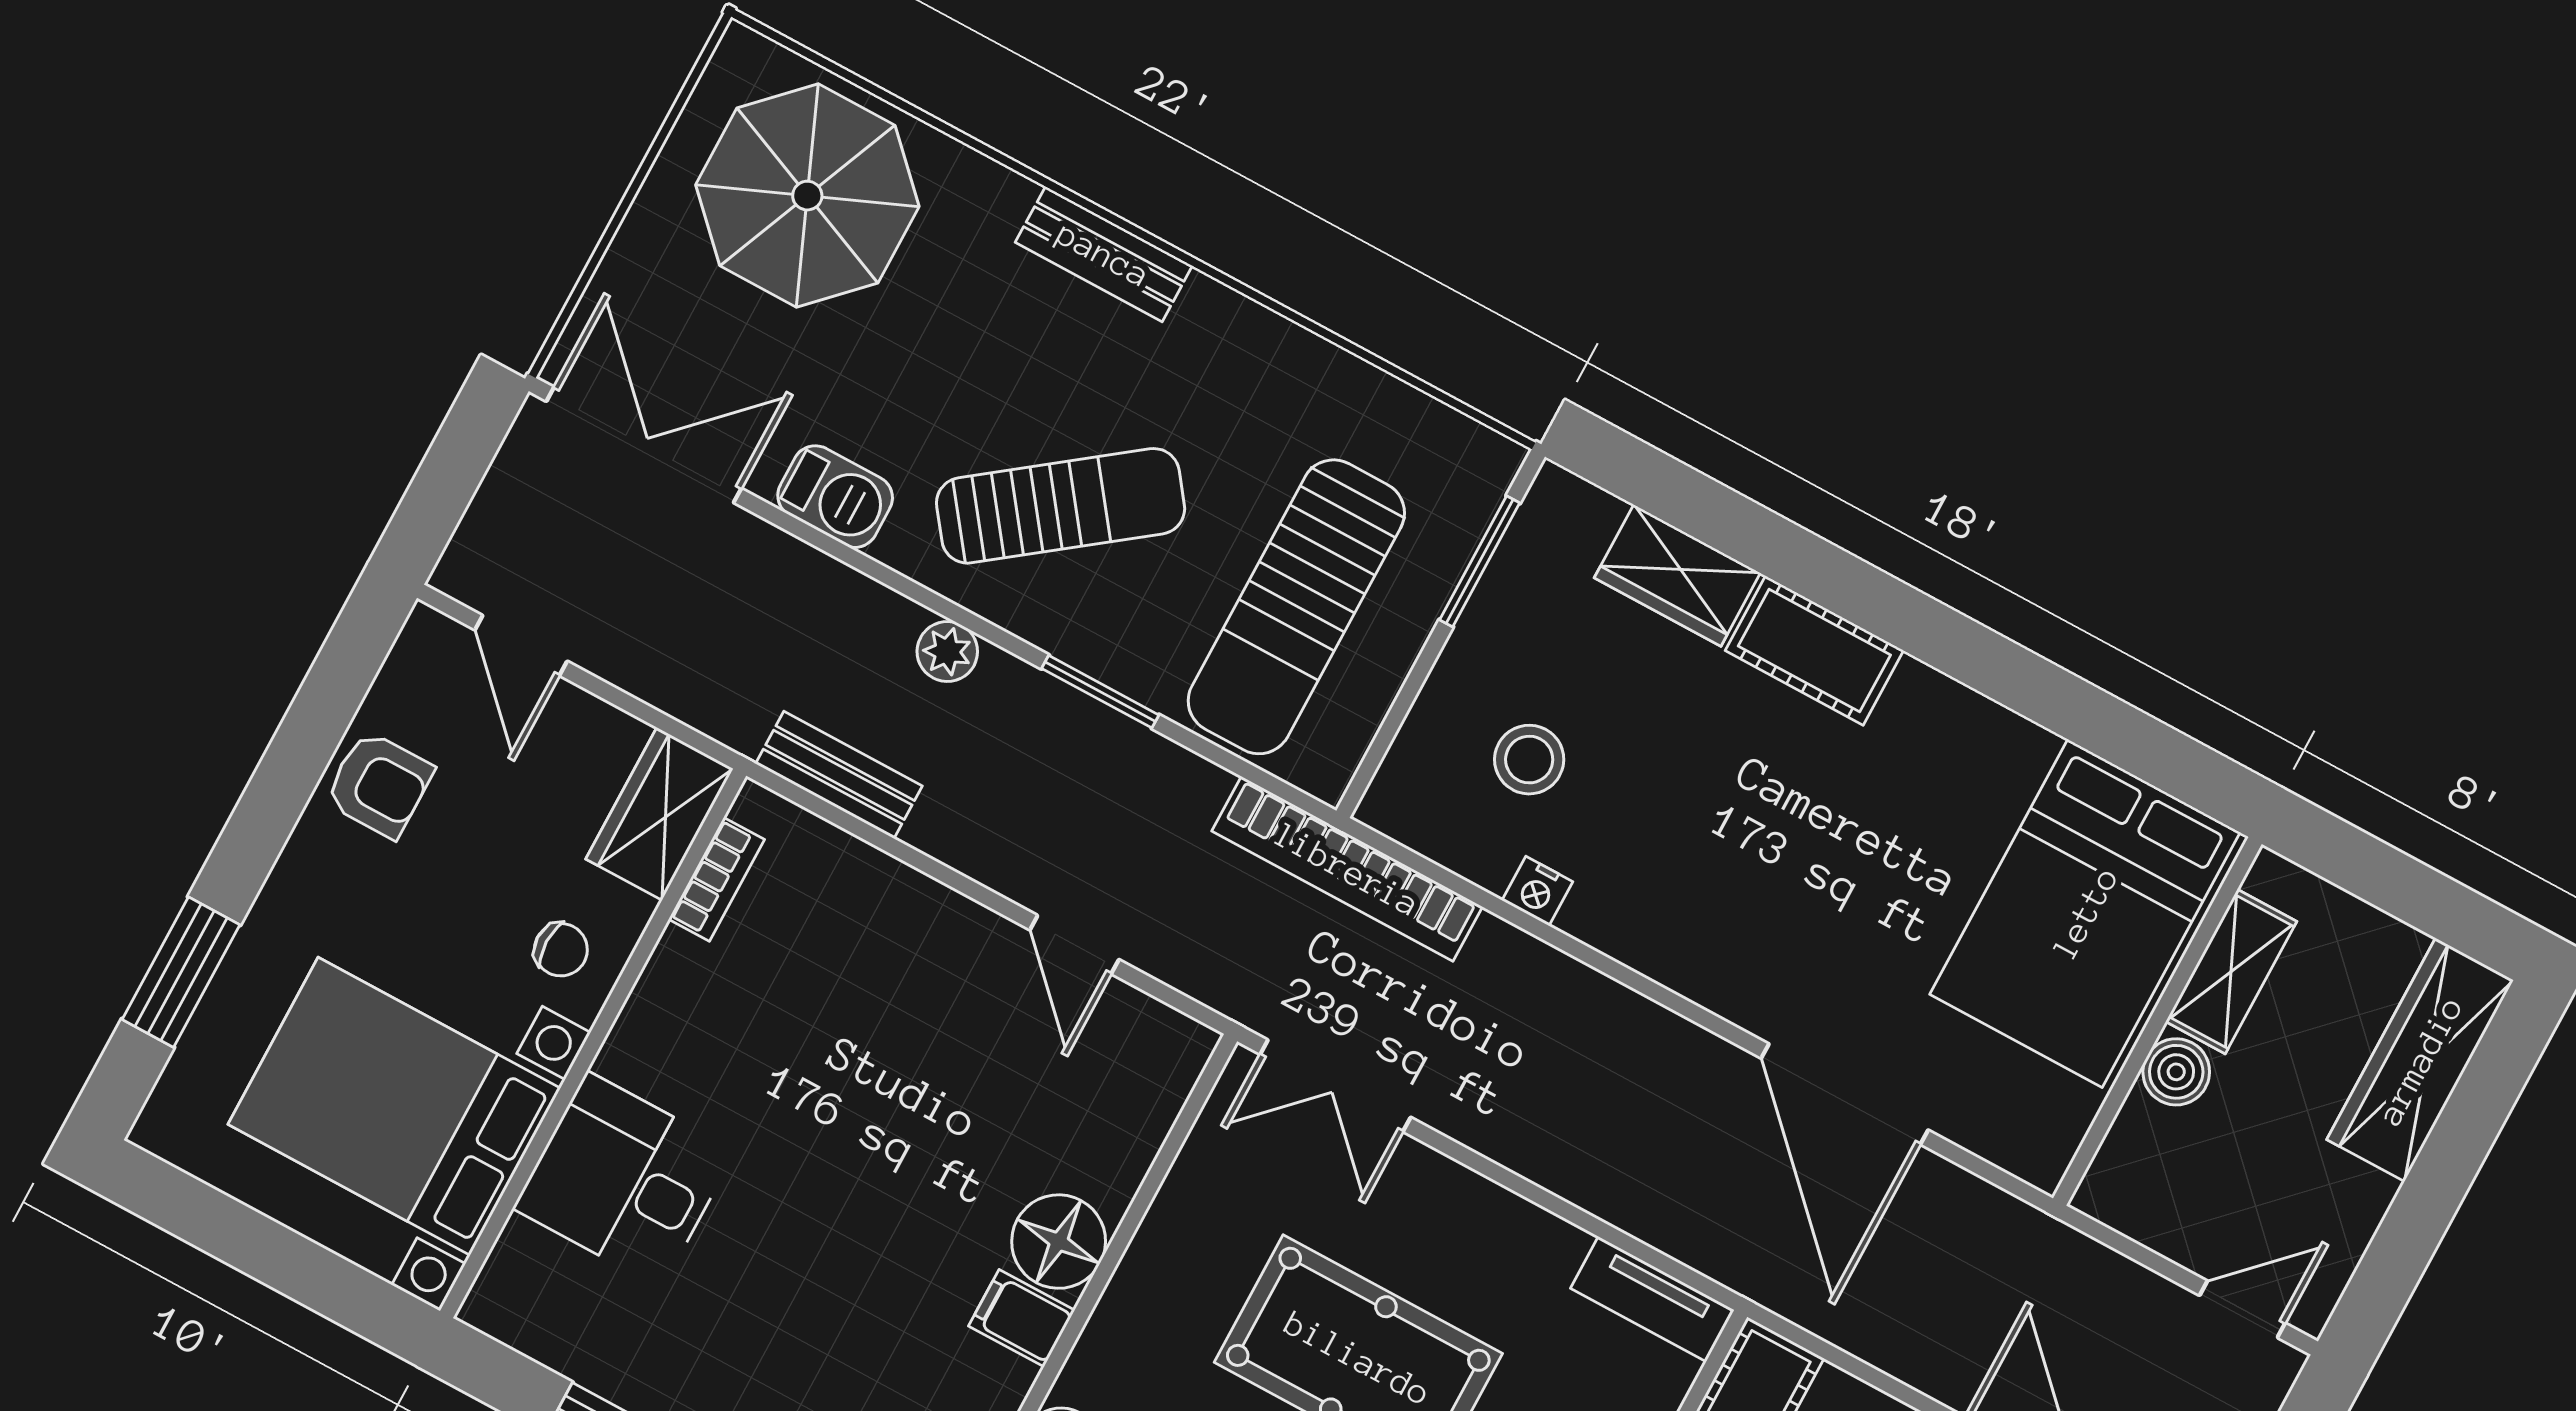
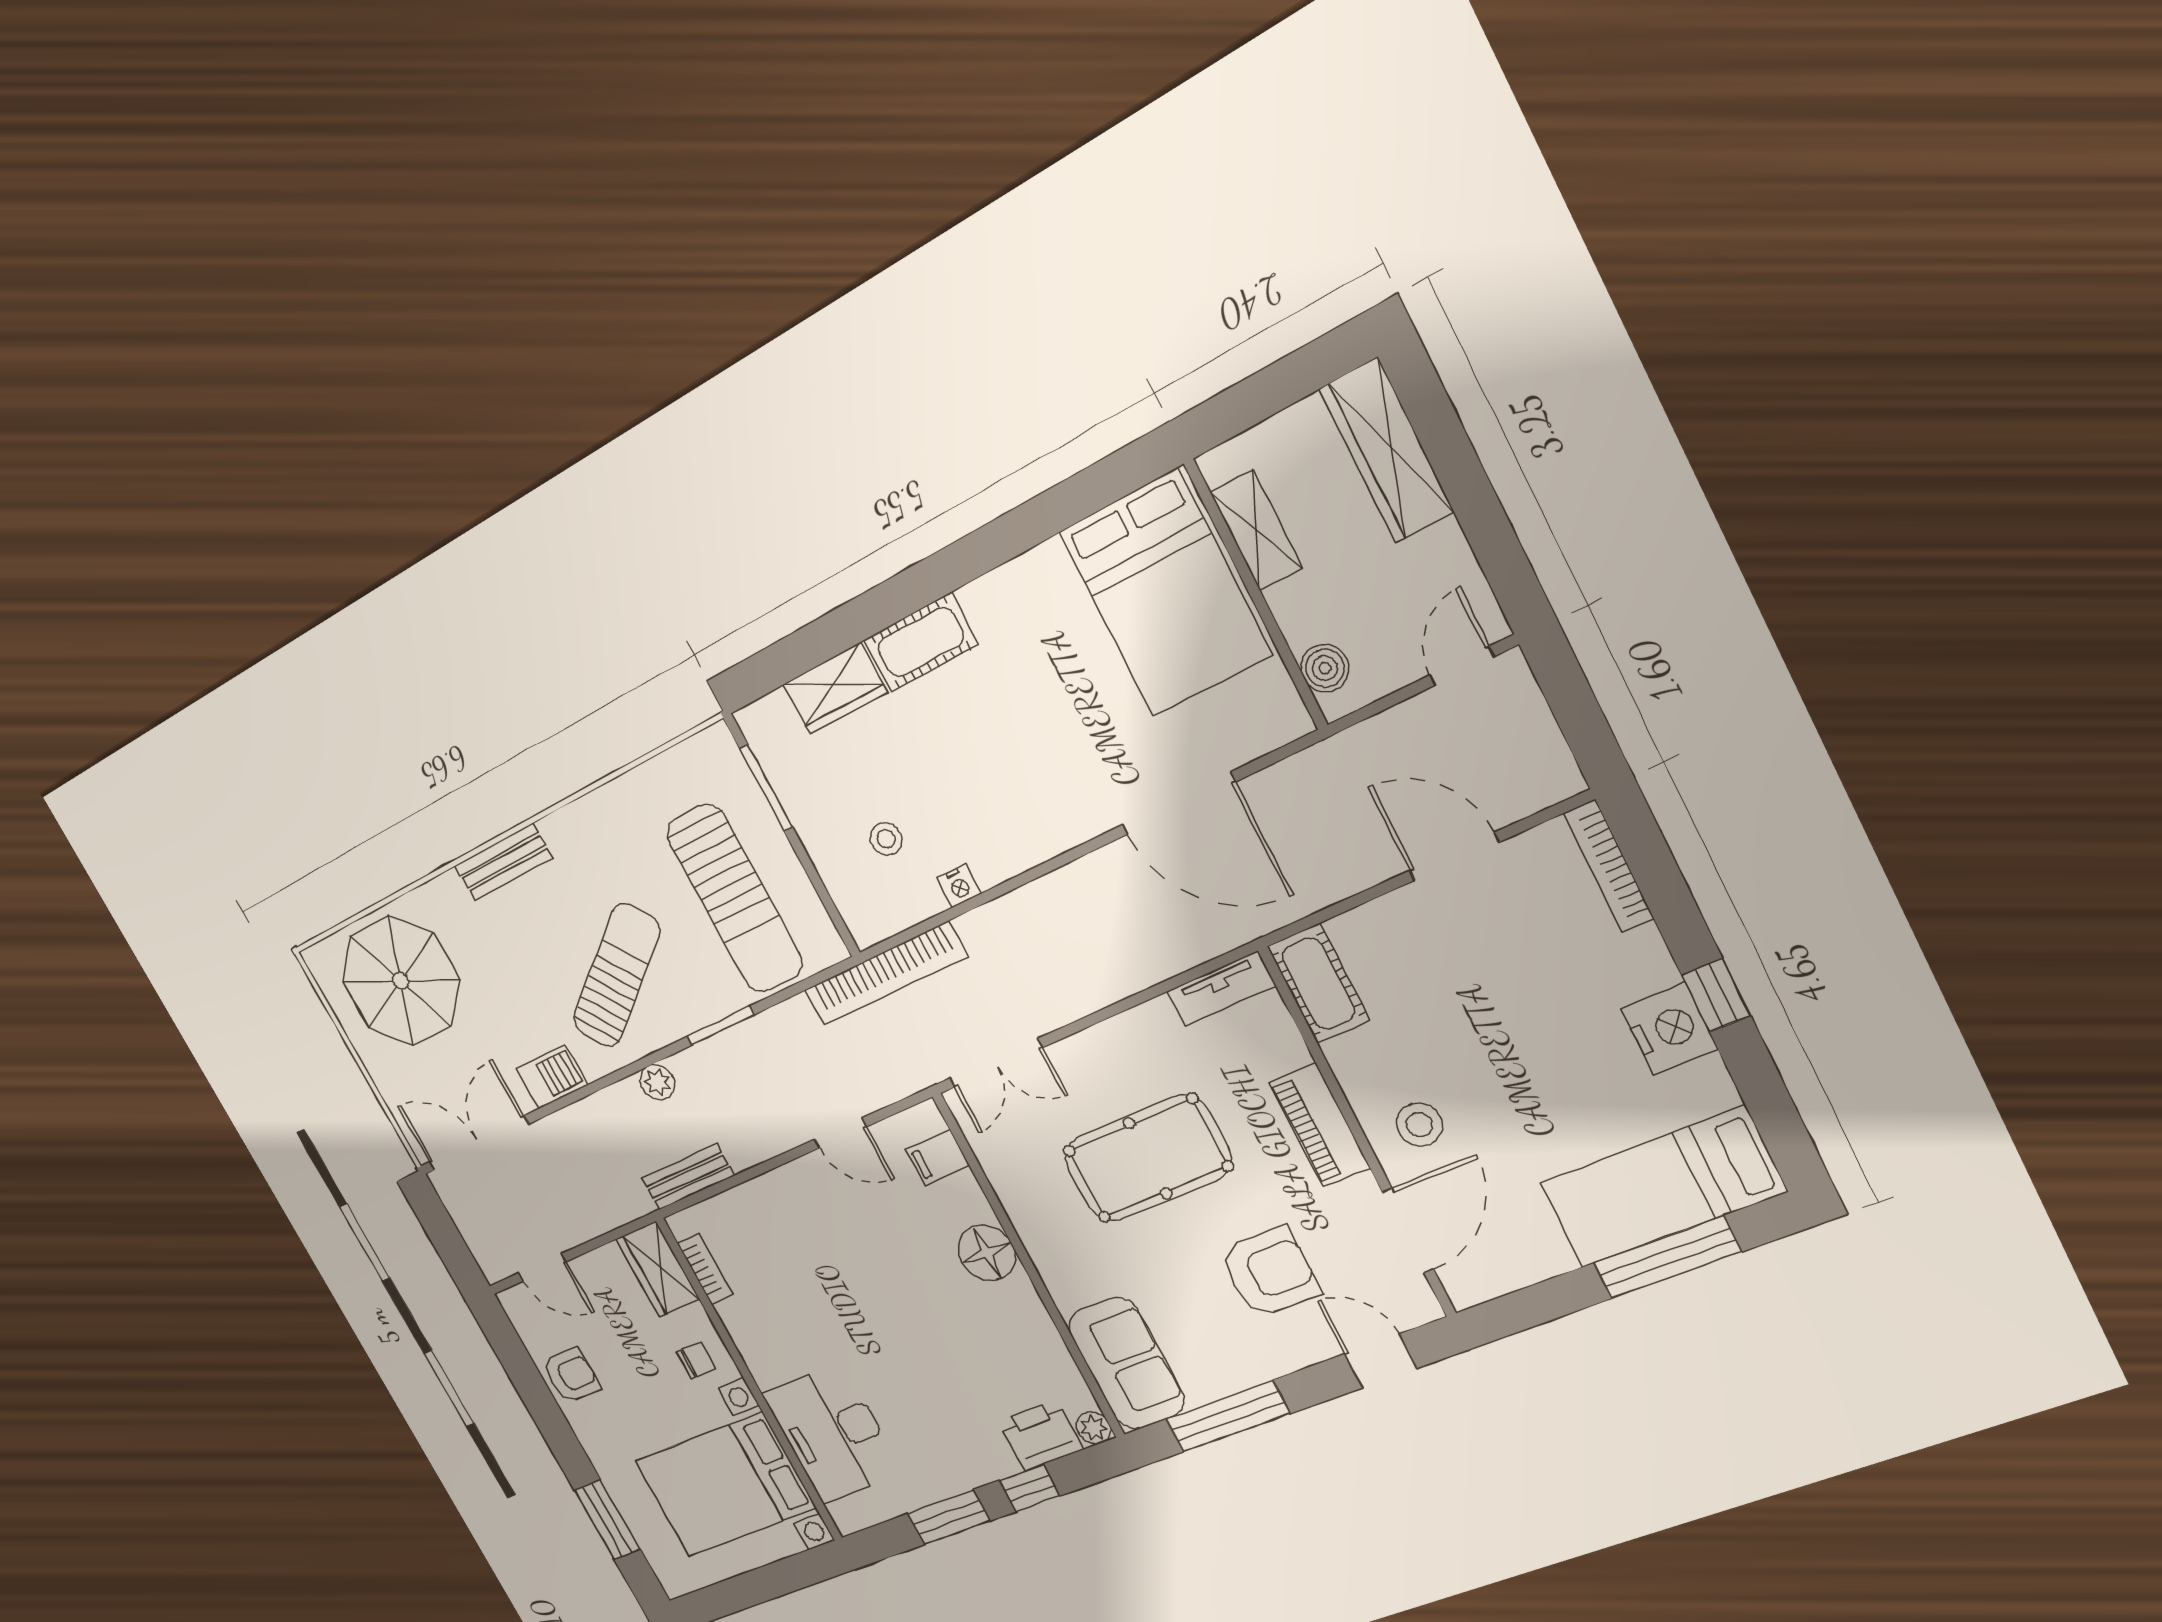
stool: (1529, 760) -> (886, 839), width x0.73, depth x0.73
boiler: (2176, 1072) -> (1325, 668), moved
desk: (624, 1180) -> (833, 1433), width x1.37
filing cabinet: (1022, 1318) -> (938, 1158), moved

